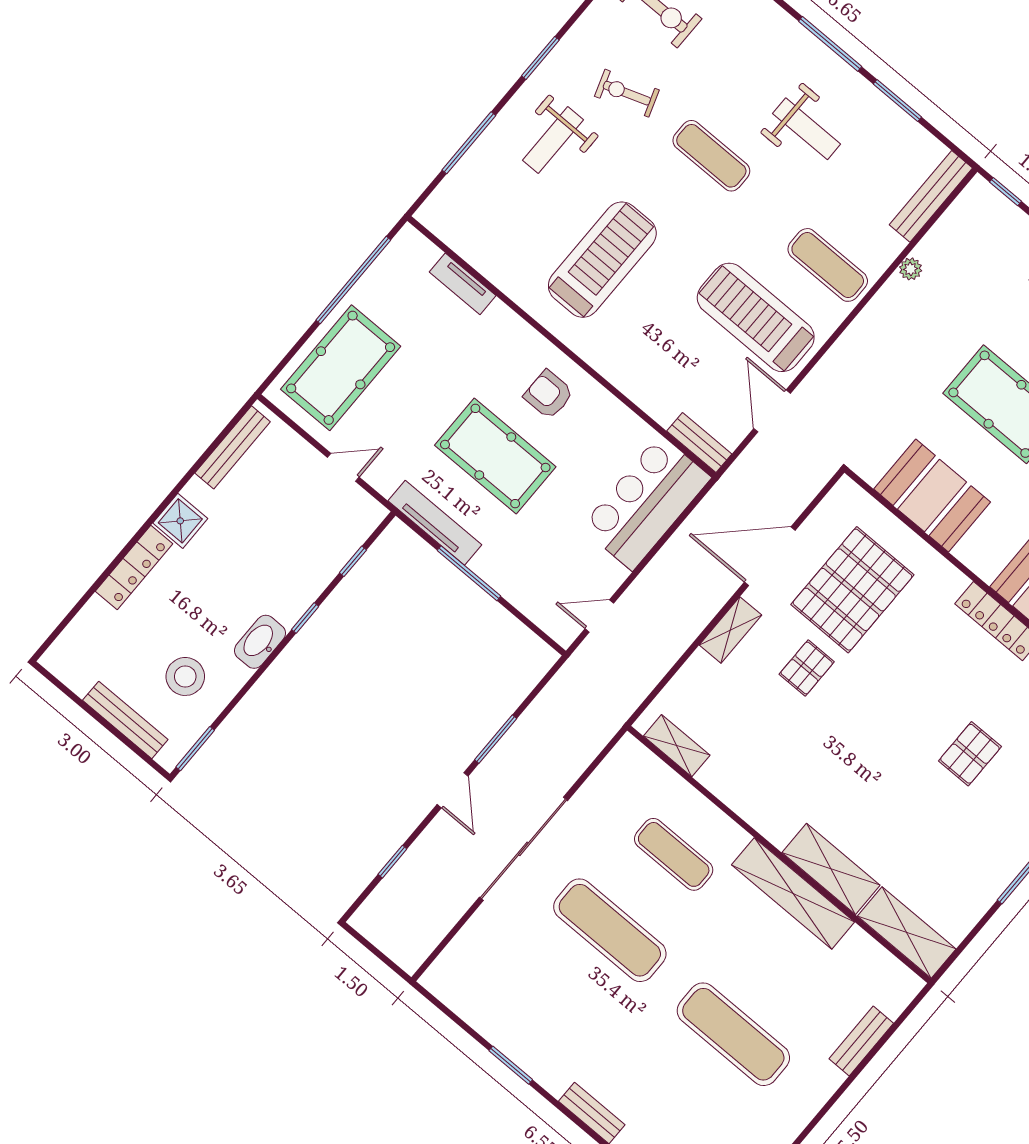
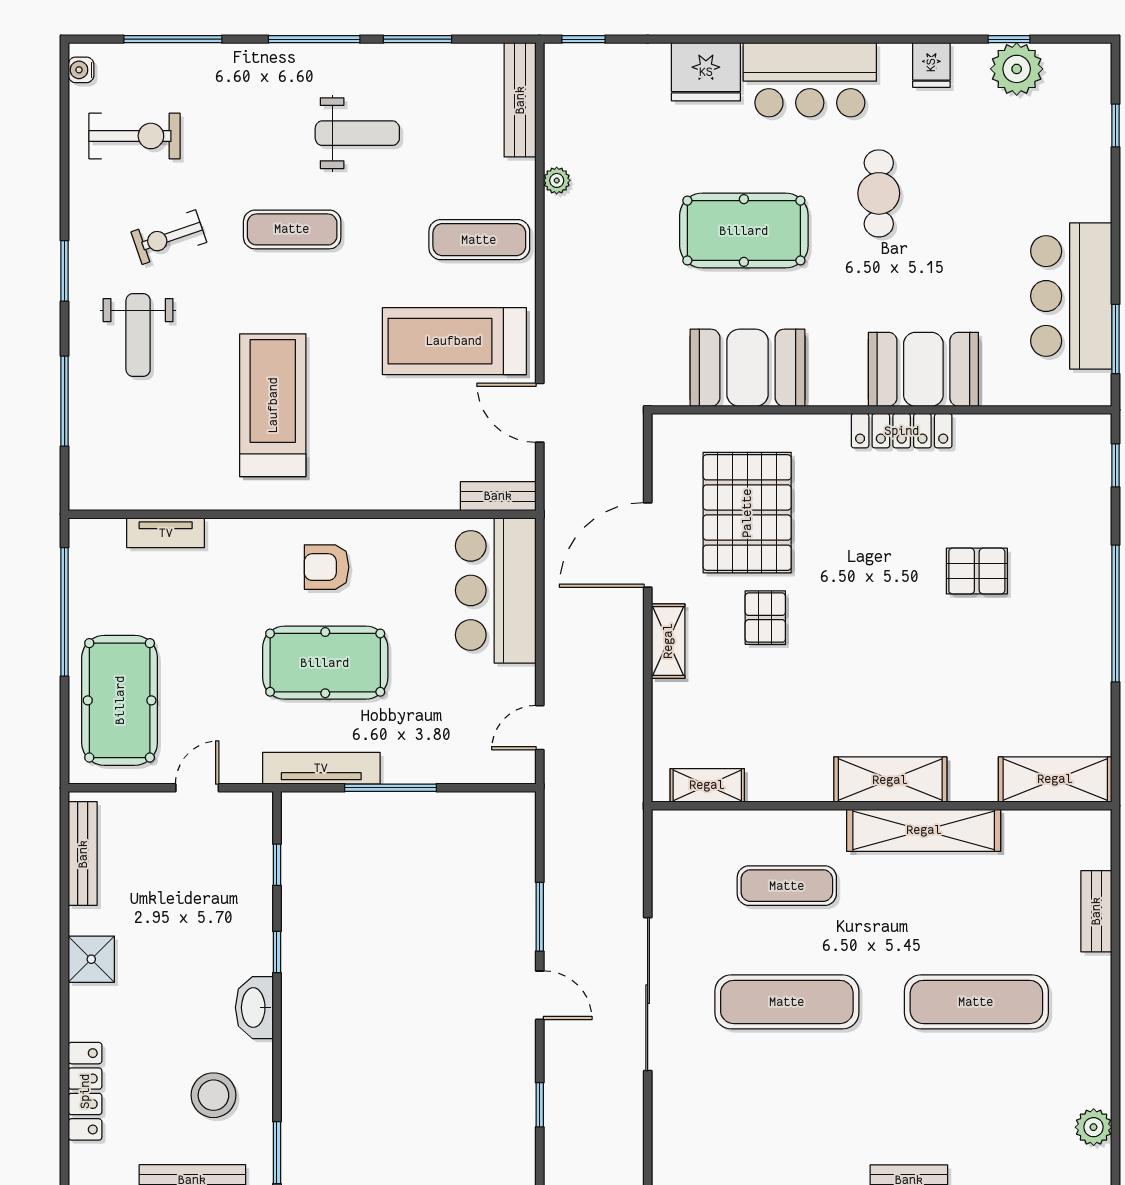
locker: (134, 568) -> (85, 1091), moved
pallet: (970, 754) -> (977, 571), turned 90
shelving: (831, 869) -> (890, 780), moved

